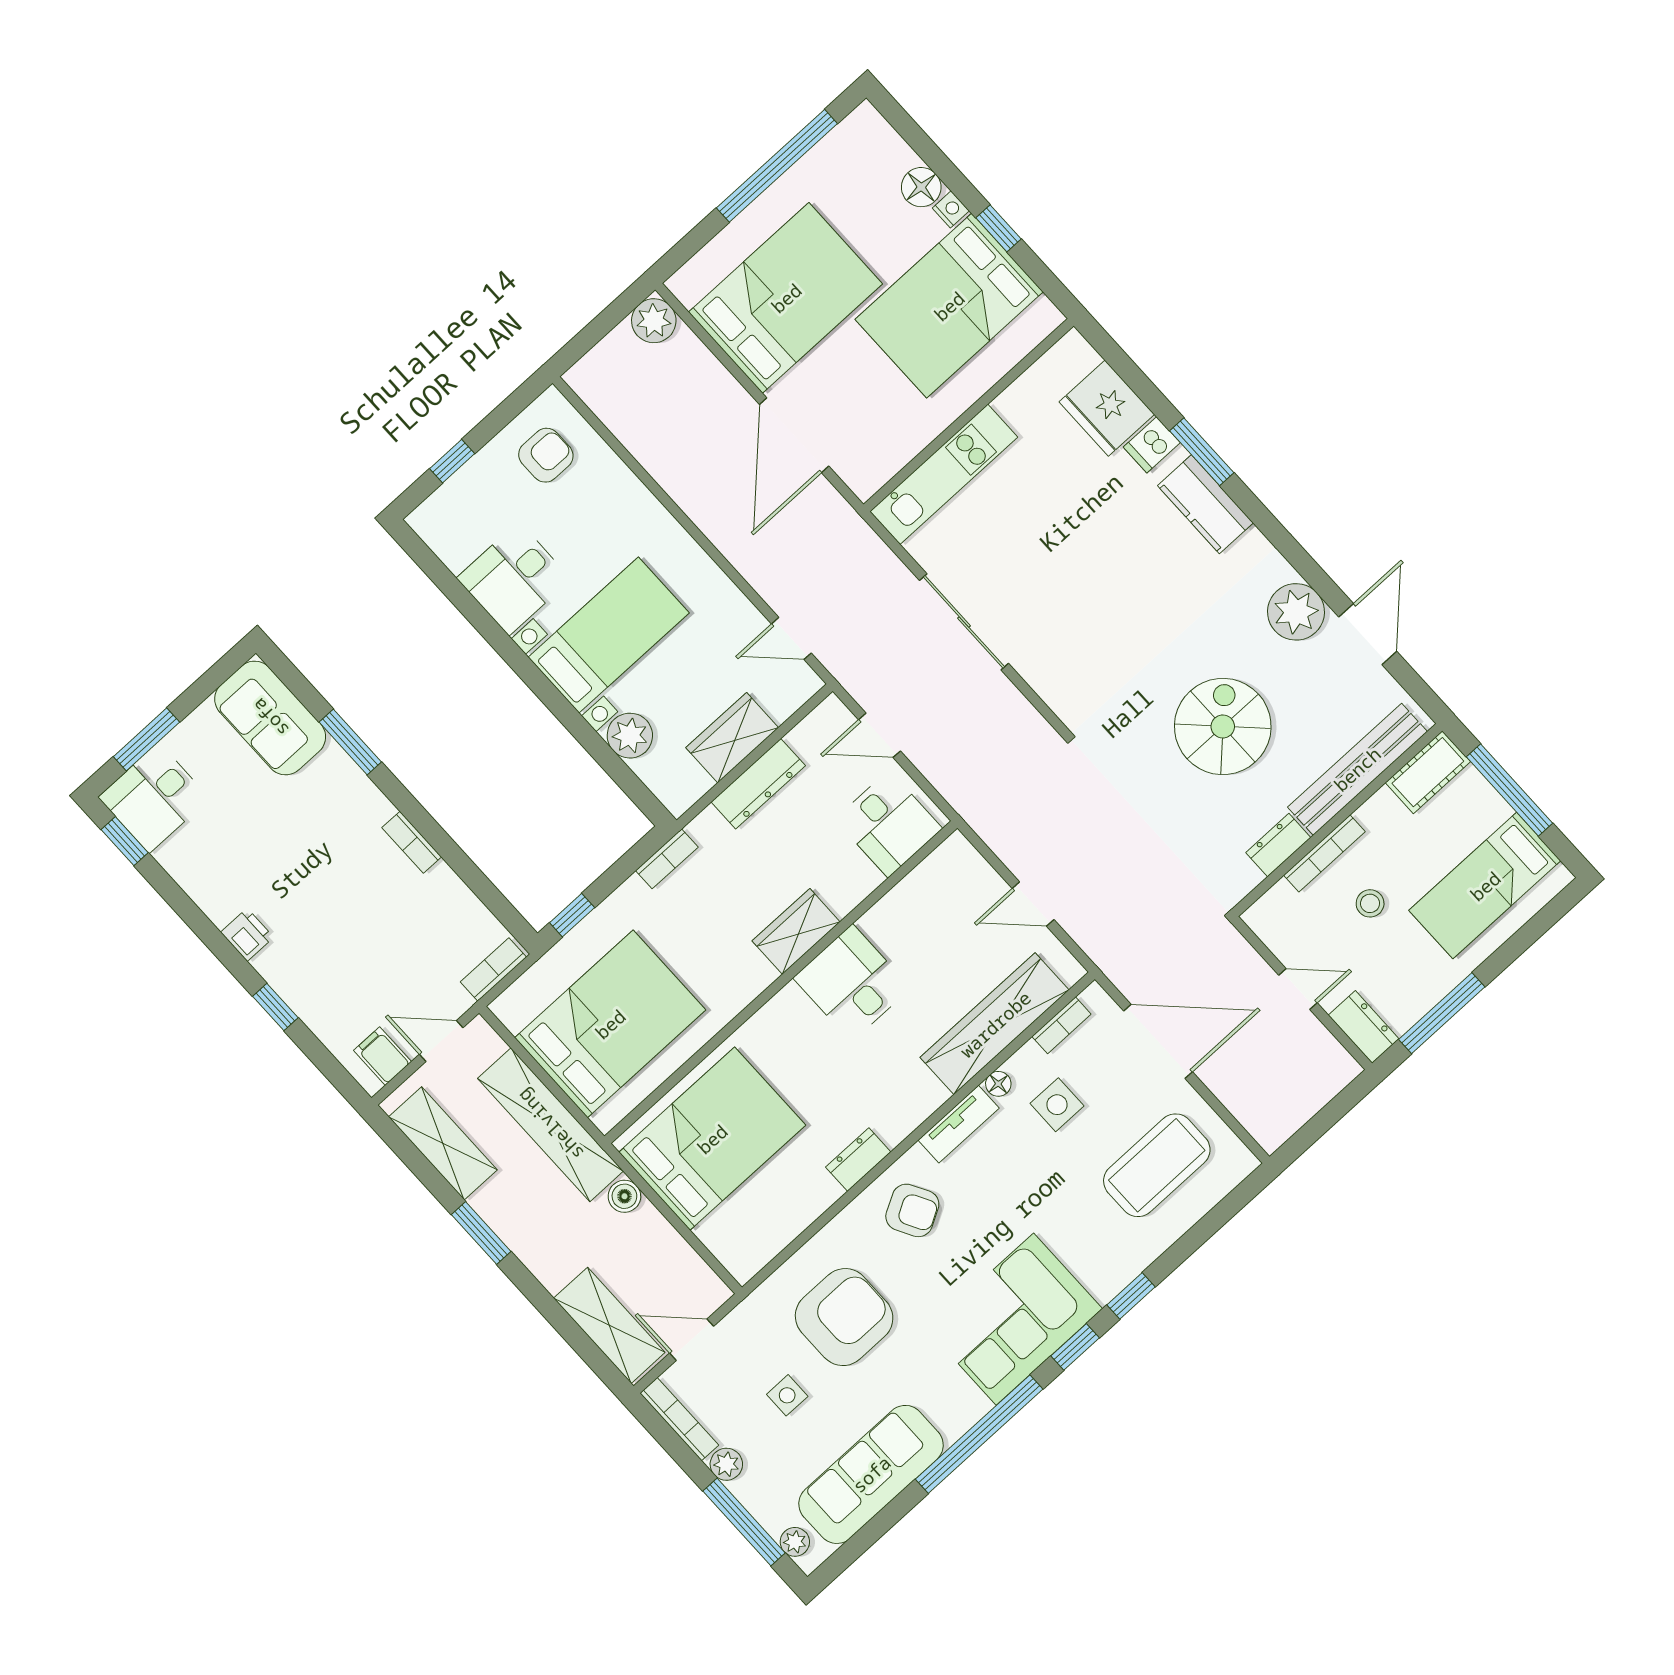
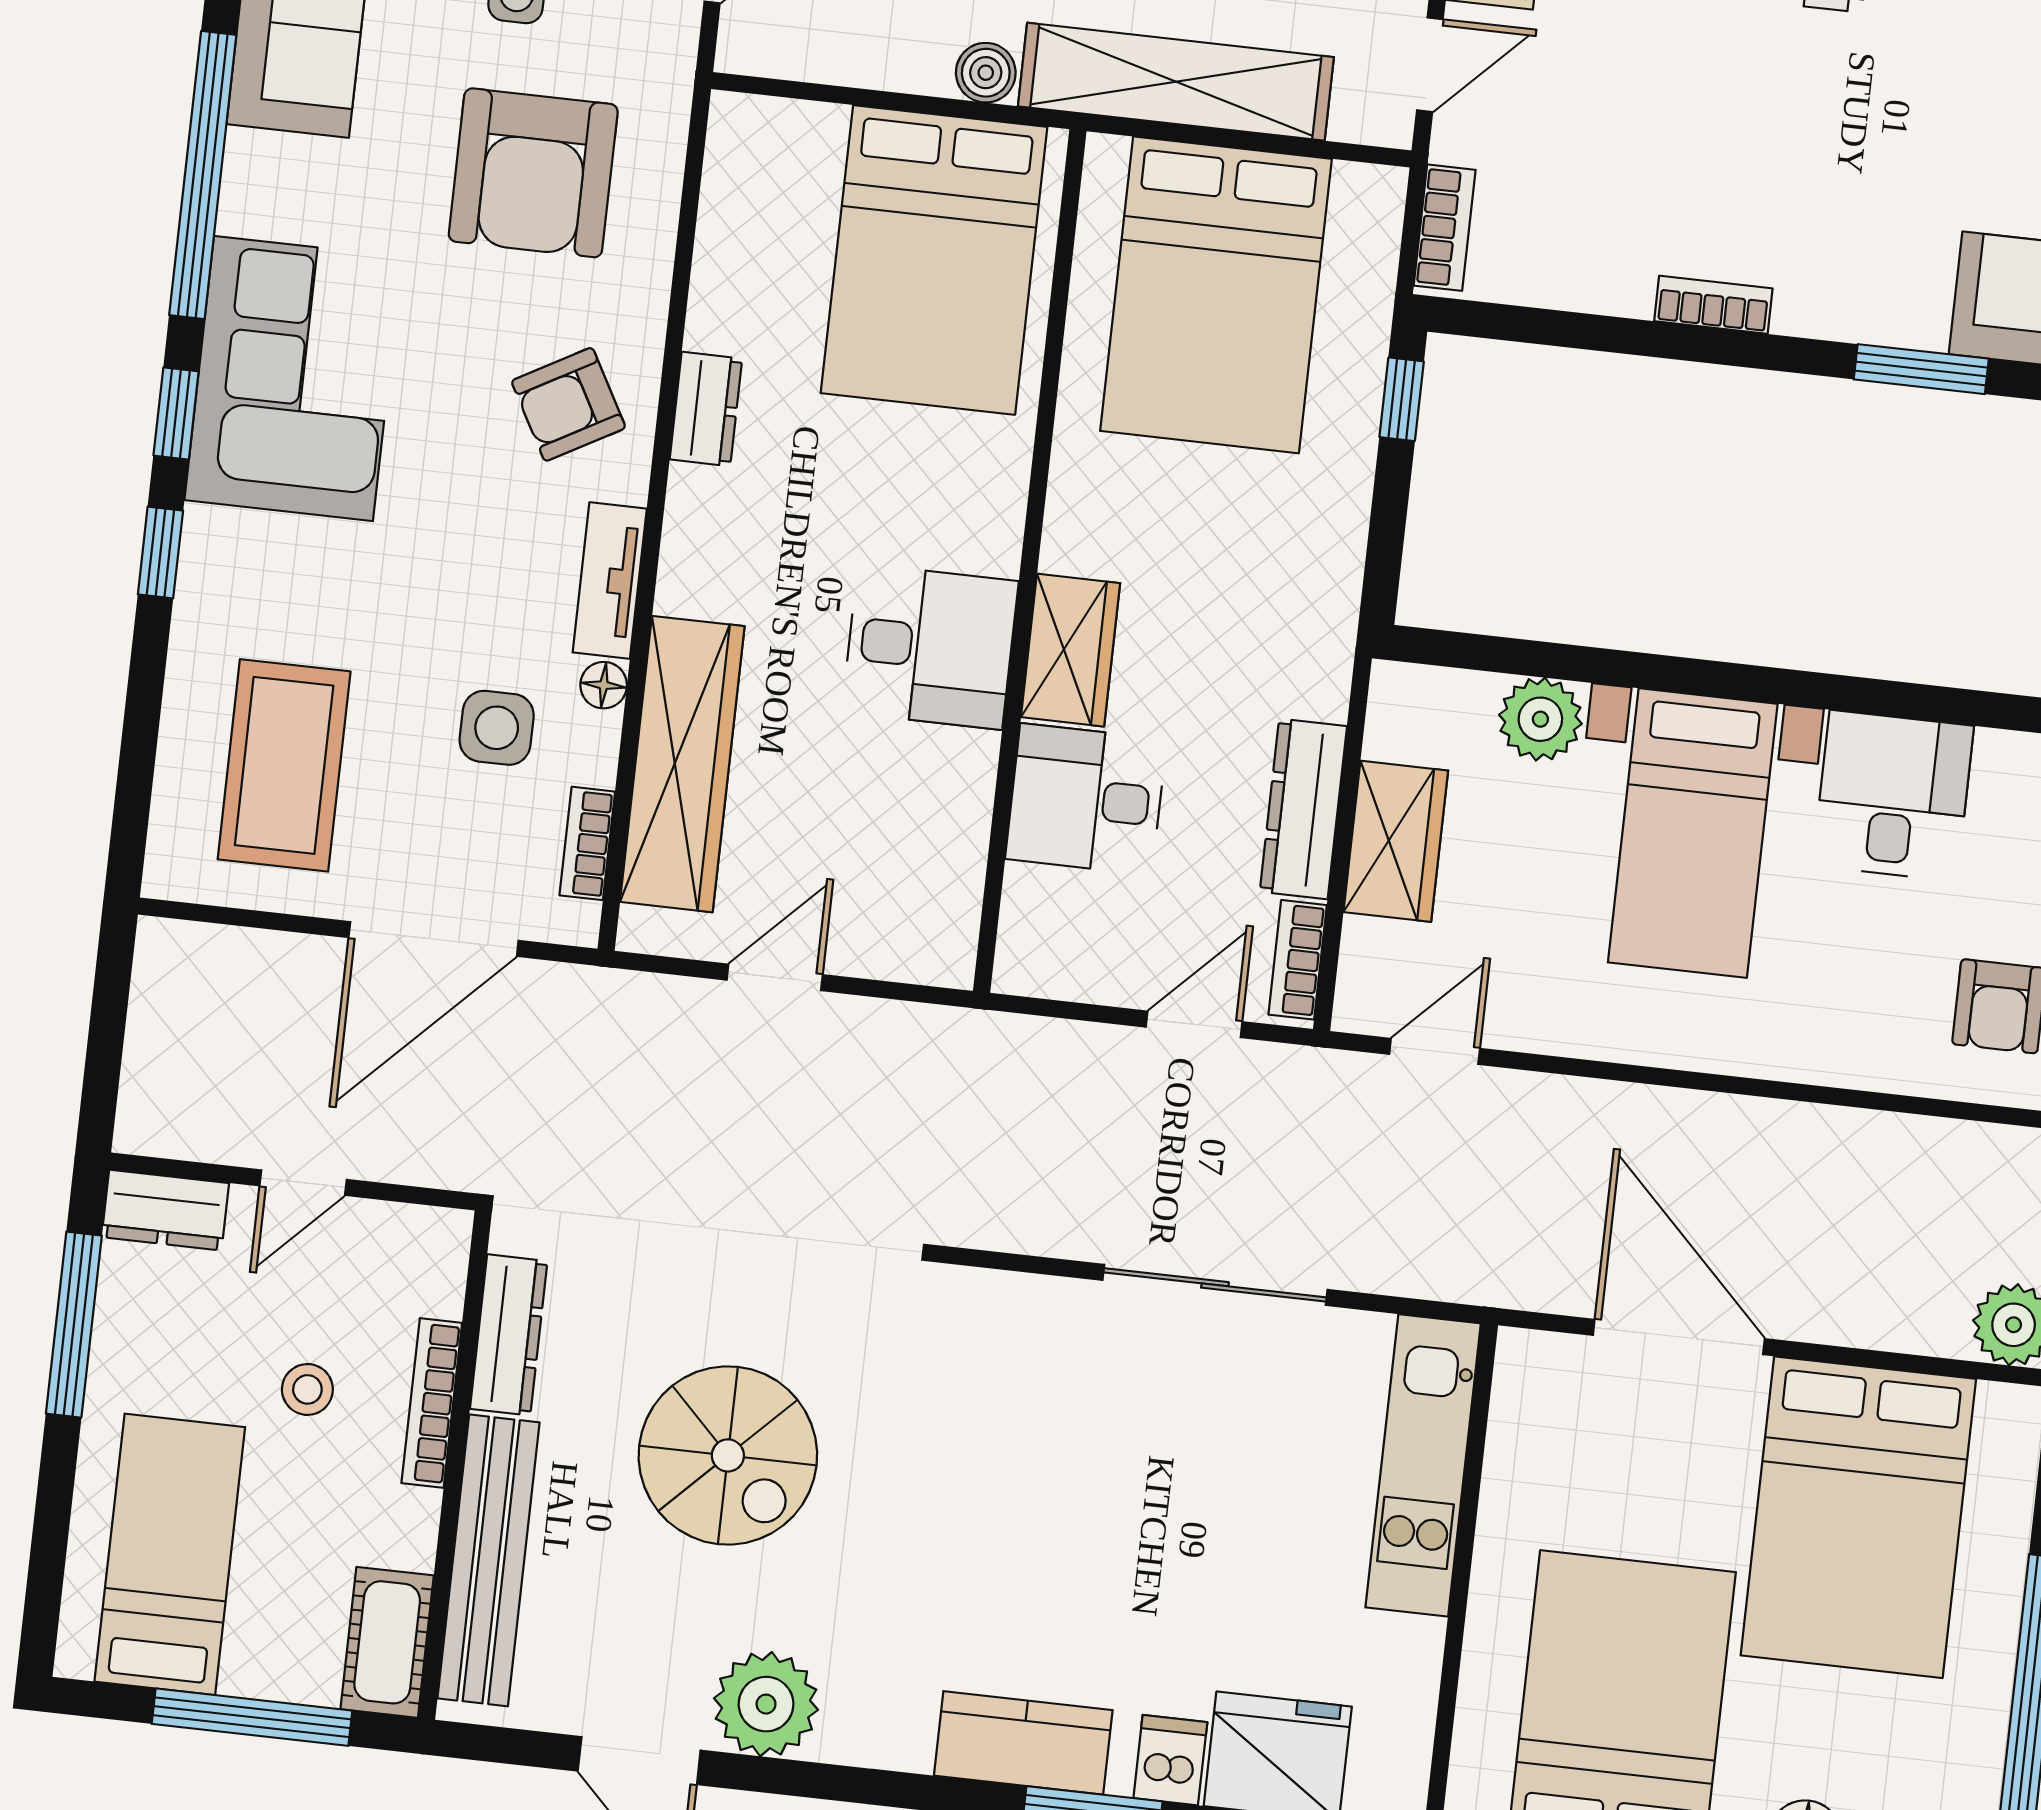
desk: (889, 824) -> (1086, 799), moved
dresser: (1278, 845) -> (509, 1335), width x1.44
bookcase: (667, 859) -> (1298, 960), moved

